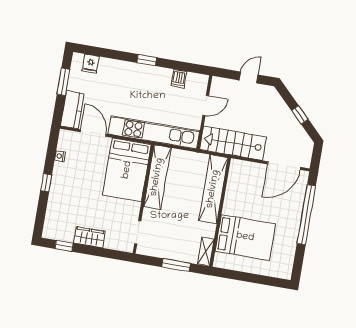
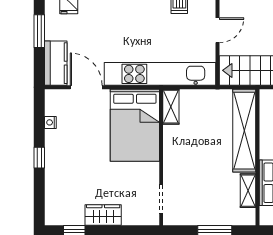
shelving: (157, 177) -> (171, 107), width x0.45, depth x0.75
shelving: (206, 252) -> (248, 191), moved

